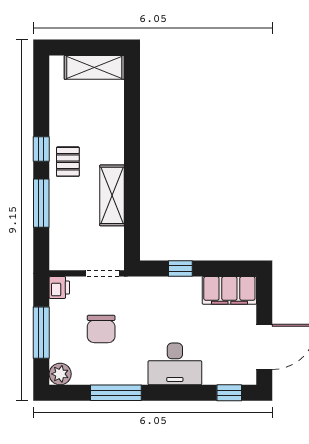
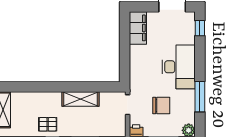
pallet: (68, 162) -> (48, 124), moved
window: (180, 268) -> (125, 58), removed
desk: (175, 364) -> (179, 67), width x1.36, depth x1.30

